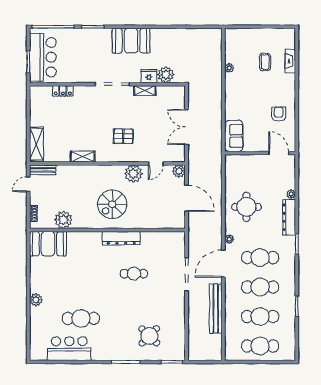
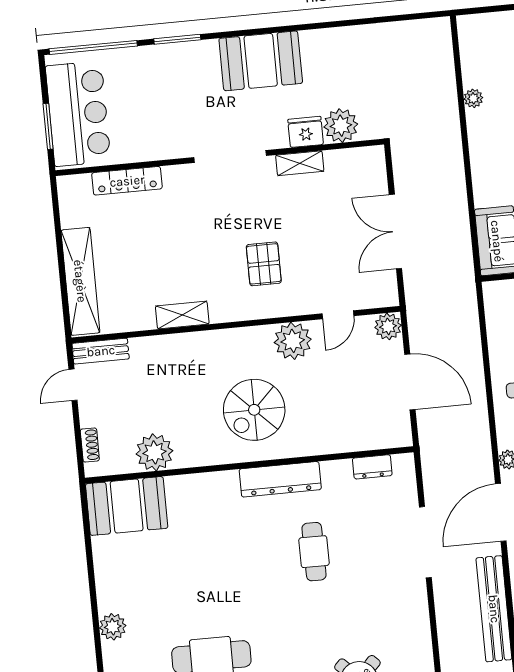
locker: (63, 91) -> (127, 181), width x1.53
pallet: (123, 136) -> (264, 264), turned 90
shelving: (36, 144) -> (80, 281), width x1.47
dresser: (165, 236) -> (372, 467), added
cafe table: (134, 274) -> (314, 552), turned 90

